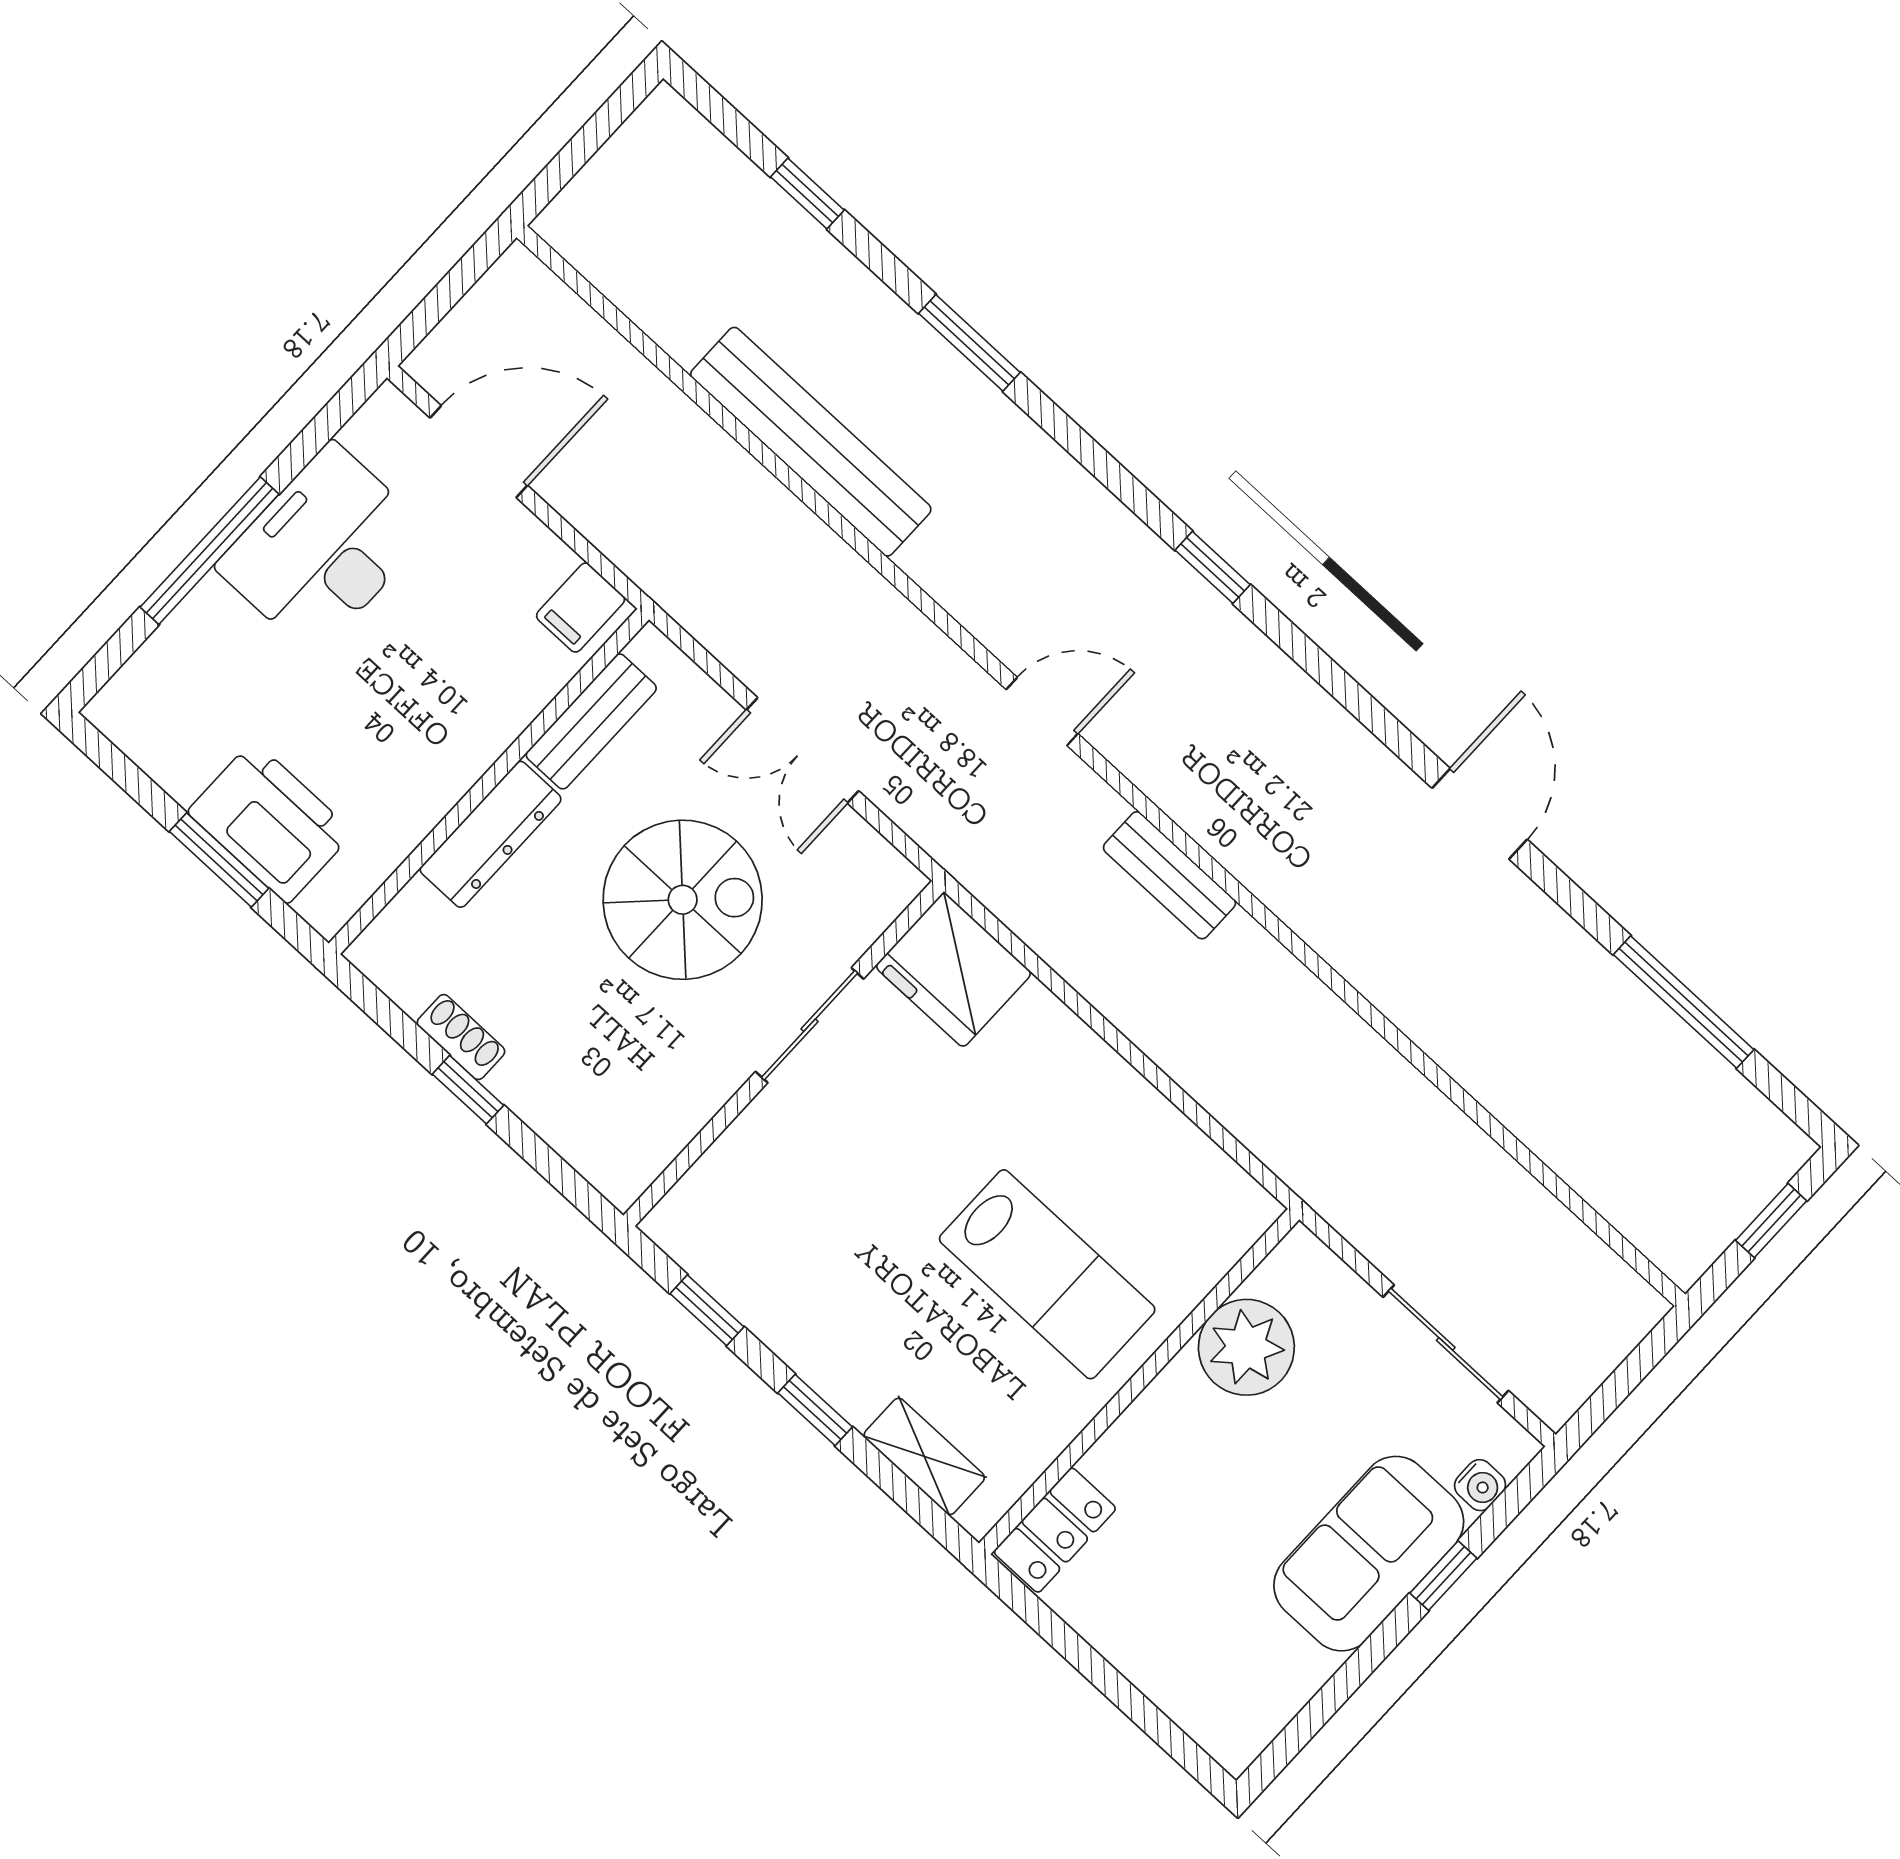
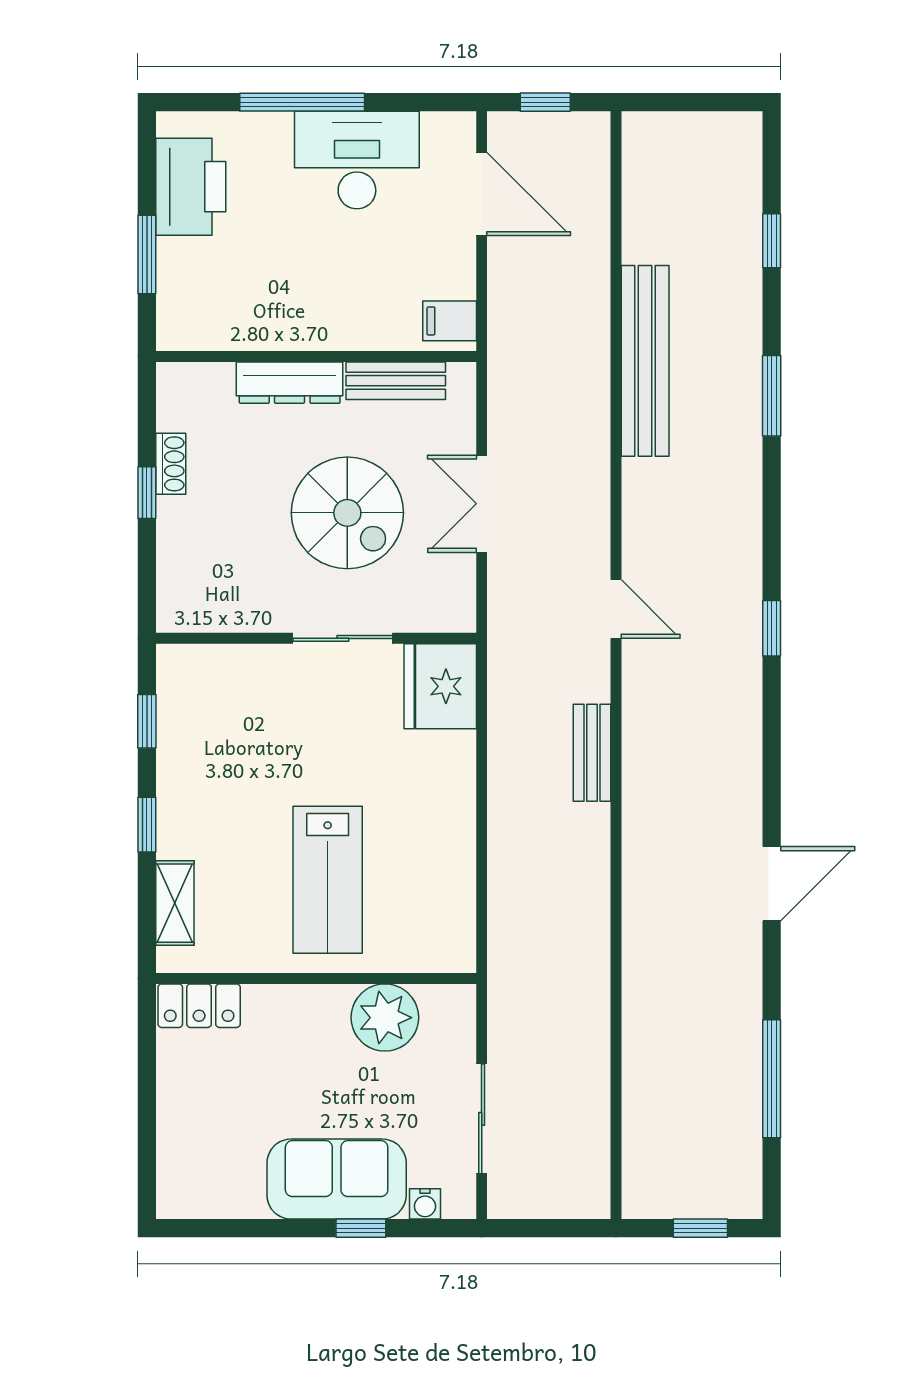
window: (444, 296) -> (545, 102), added
printer: (270, 822) -> (191, 187), moved

